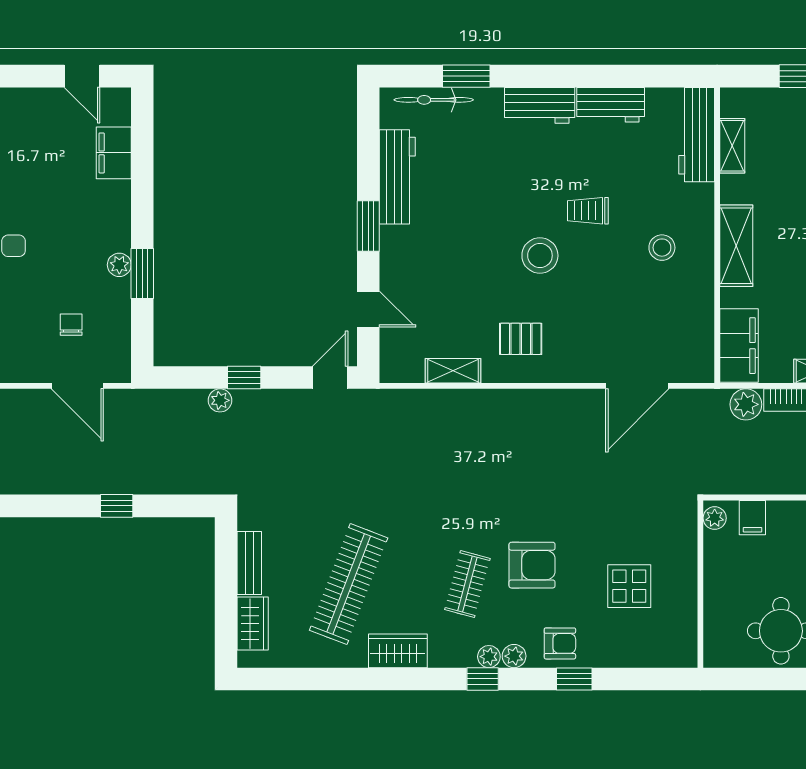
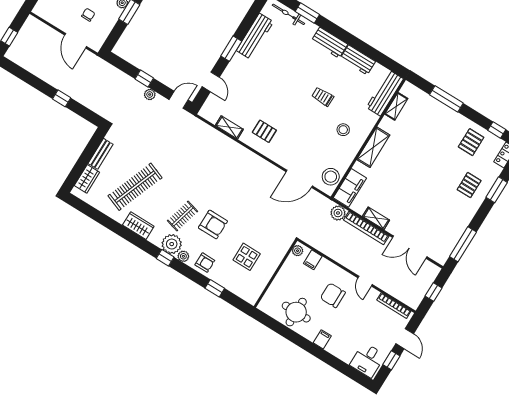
stool: (540, 256) -> (331, 177), moved
plant: (220, 400) -> (150, 94), moved
plant: (489, 657) -> (172, 244), width x1.88, depth x1.88
window: (574, 679) -> (215, 288), moved

